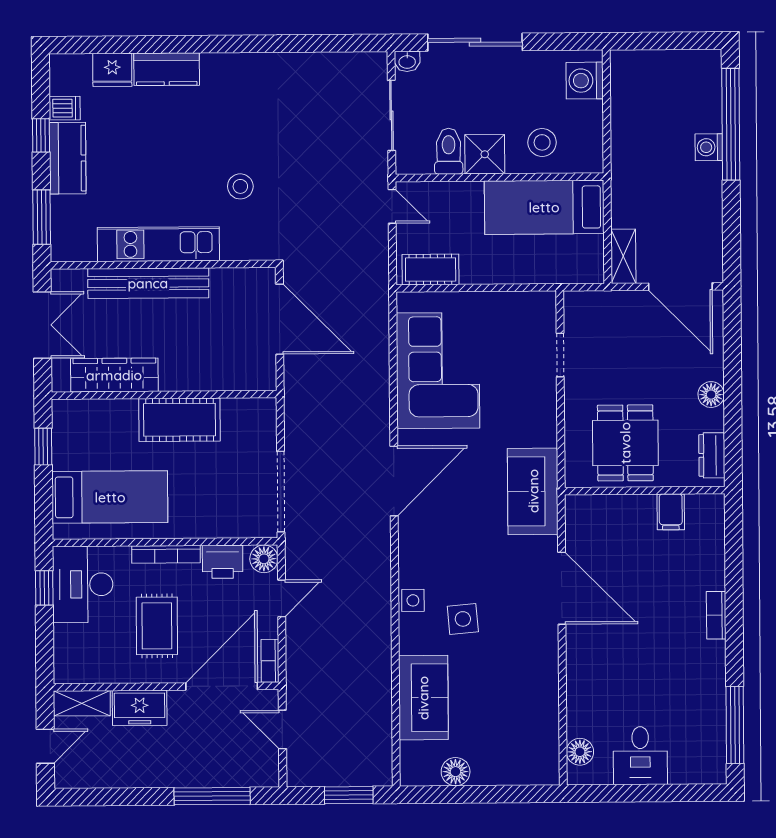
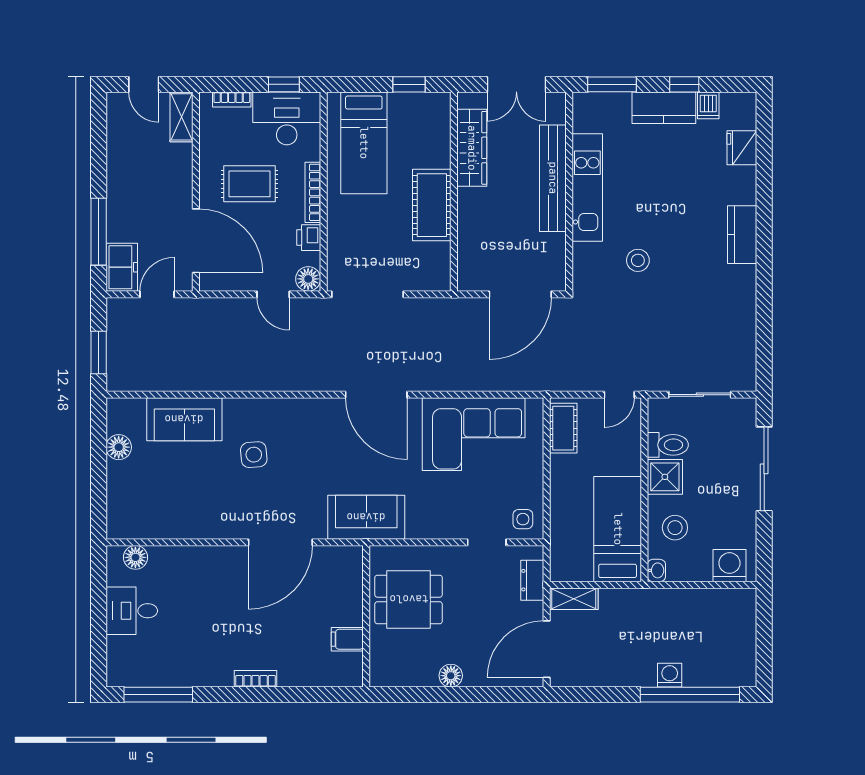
washbasin: (407, 61) -> (656, 570), moved, turned 180
kitchen counter: (167, 69) -> (742, 235), moved
dresser: (712, 455) -> (532, 580), moved, turned -90
printer: (223, 562) -> (309, 238), width x0.73, depth x0.81
side table: (413, 600) -> (523, 519), moved
bookcase: (270, 661) -> (232, 99), moved, turned 180
freezer: (140, 708) -> (122, 267), moved, turned 180

